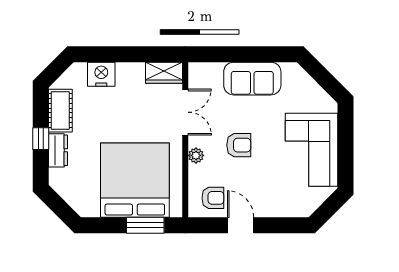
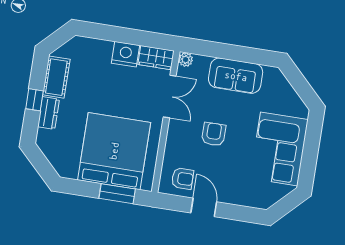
nightstand: (101, 74) -> (126, 54), moved
armchair: (239, 145) -> (214, 134), turned -90
plant: (196, 155) -> (186, 60), moved

